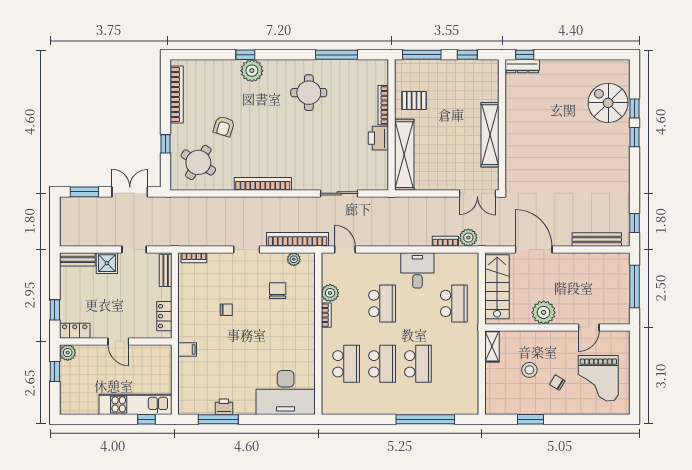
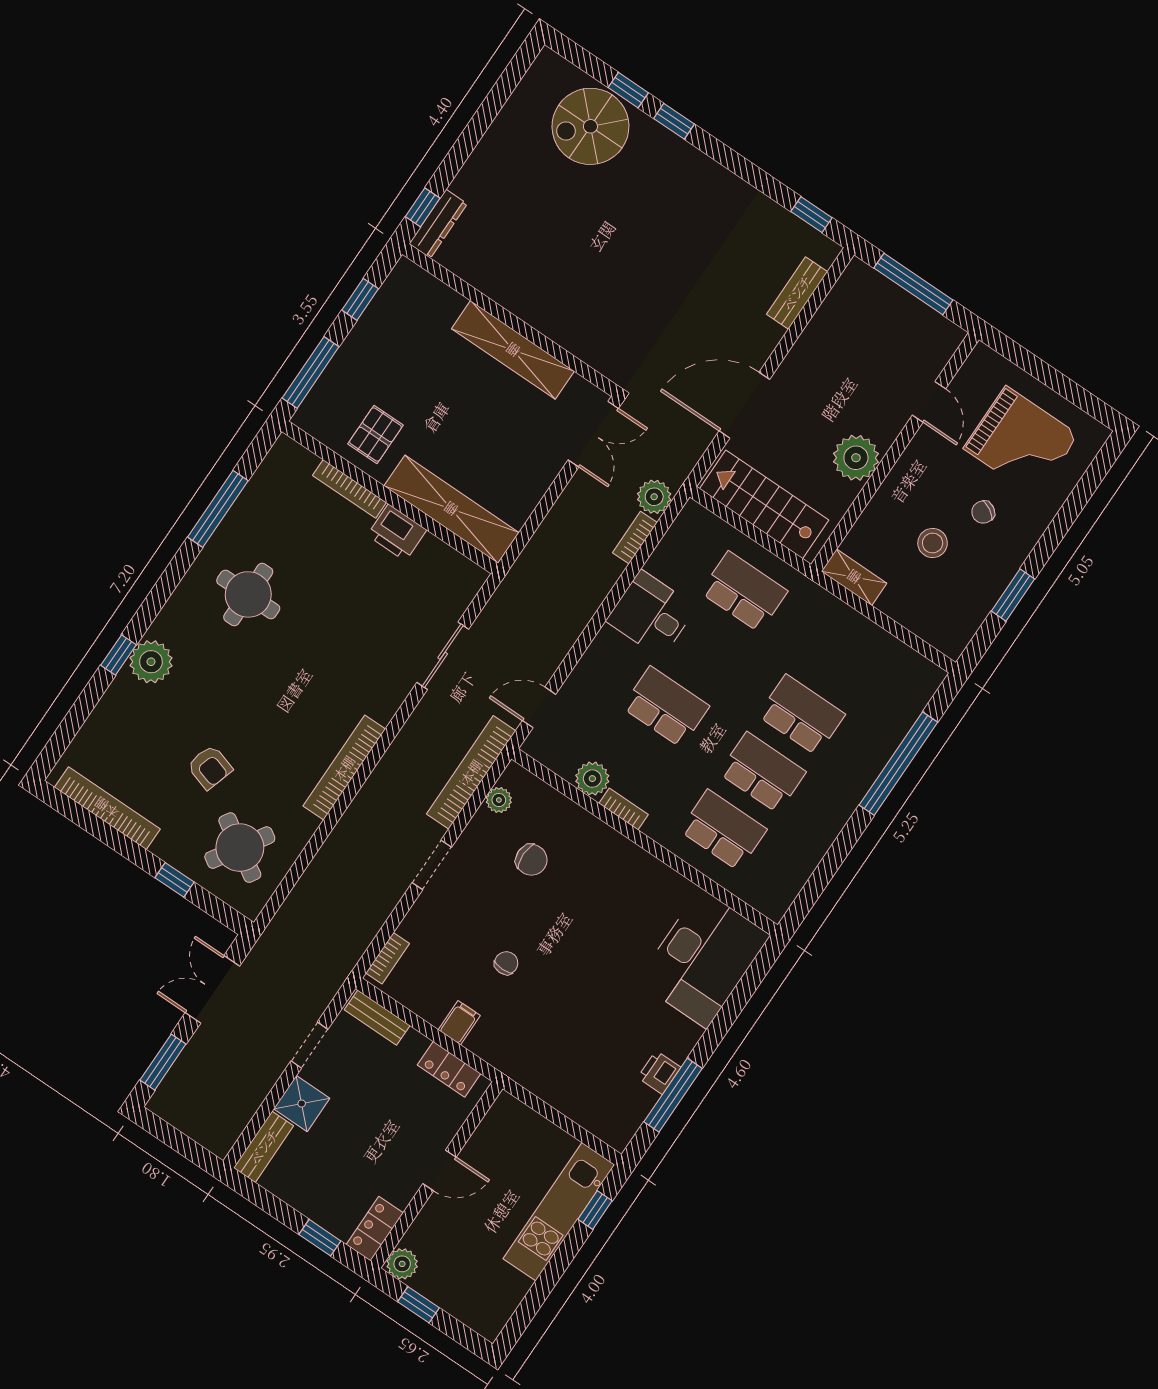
bench: (597, 239) -> (797, 293), width x0.73
chair: (278, 291) -> (531, 860), turned 180
filing cabinet: (187, 349) -> (459, 1023), moved

